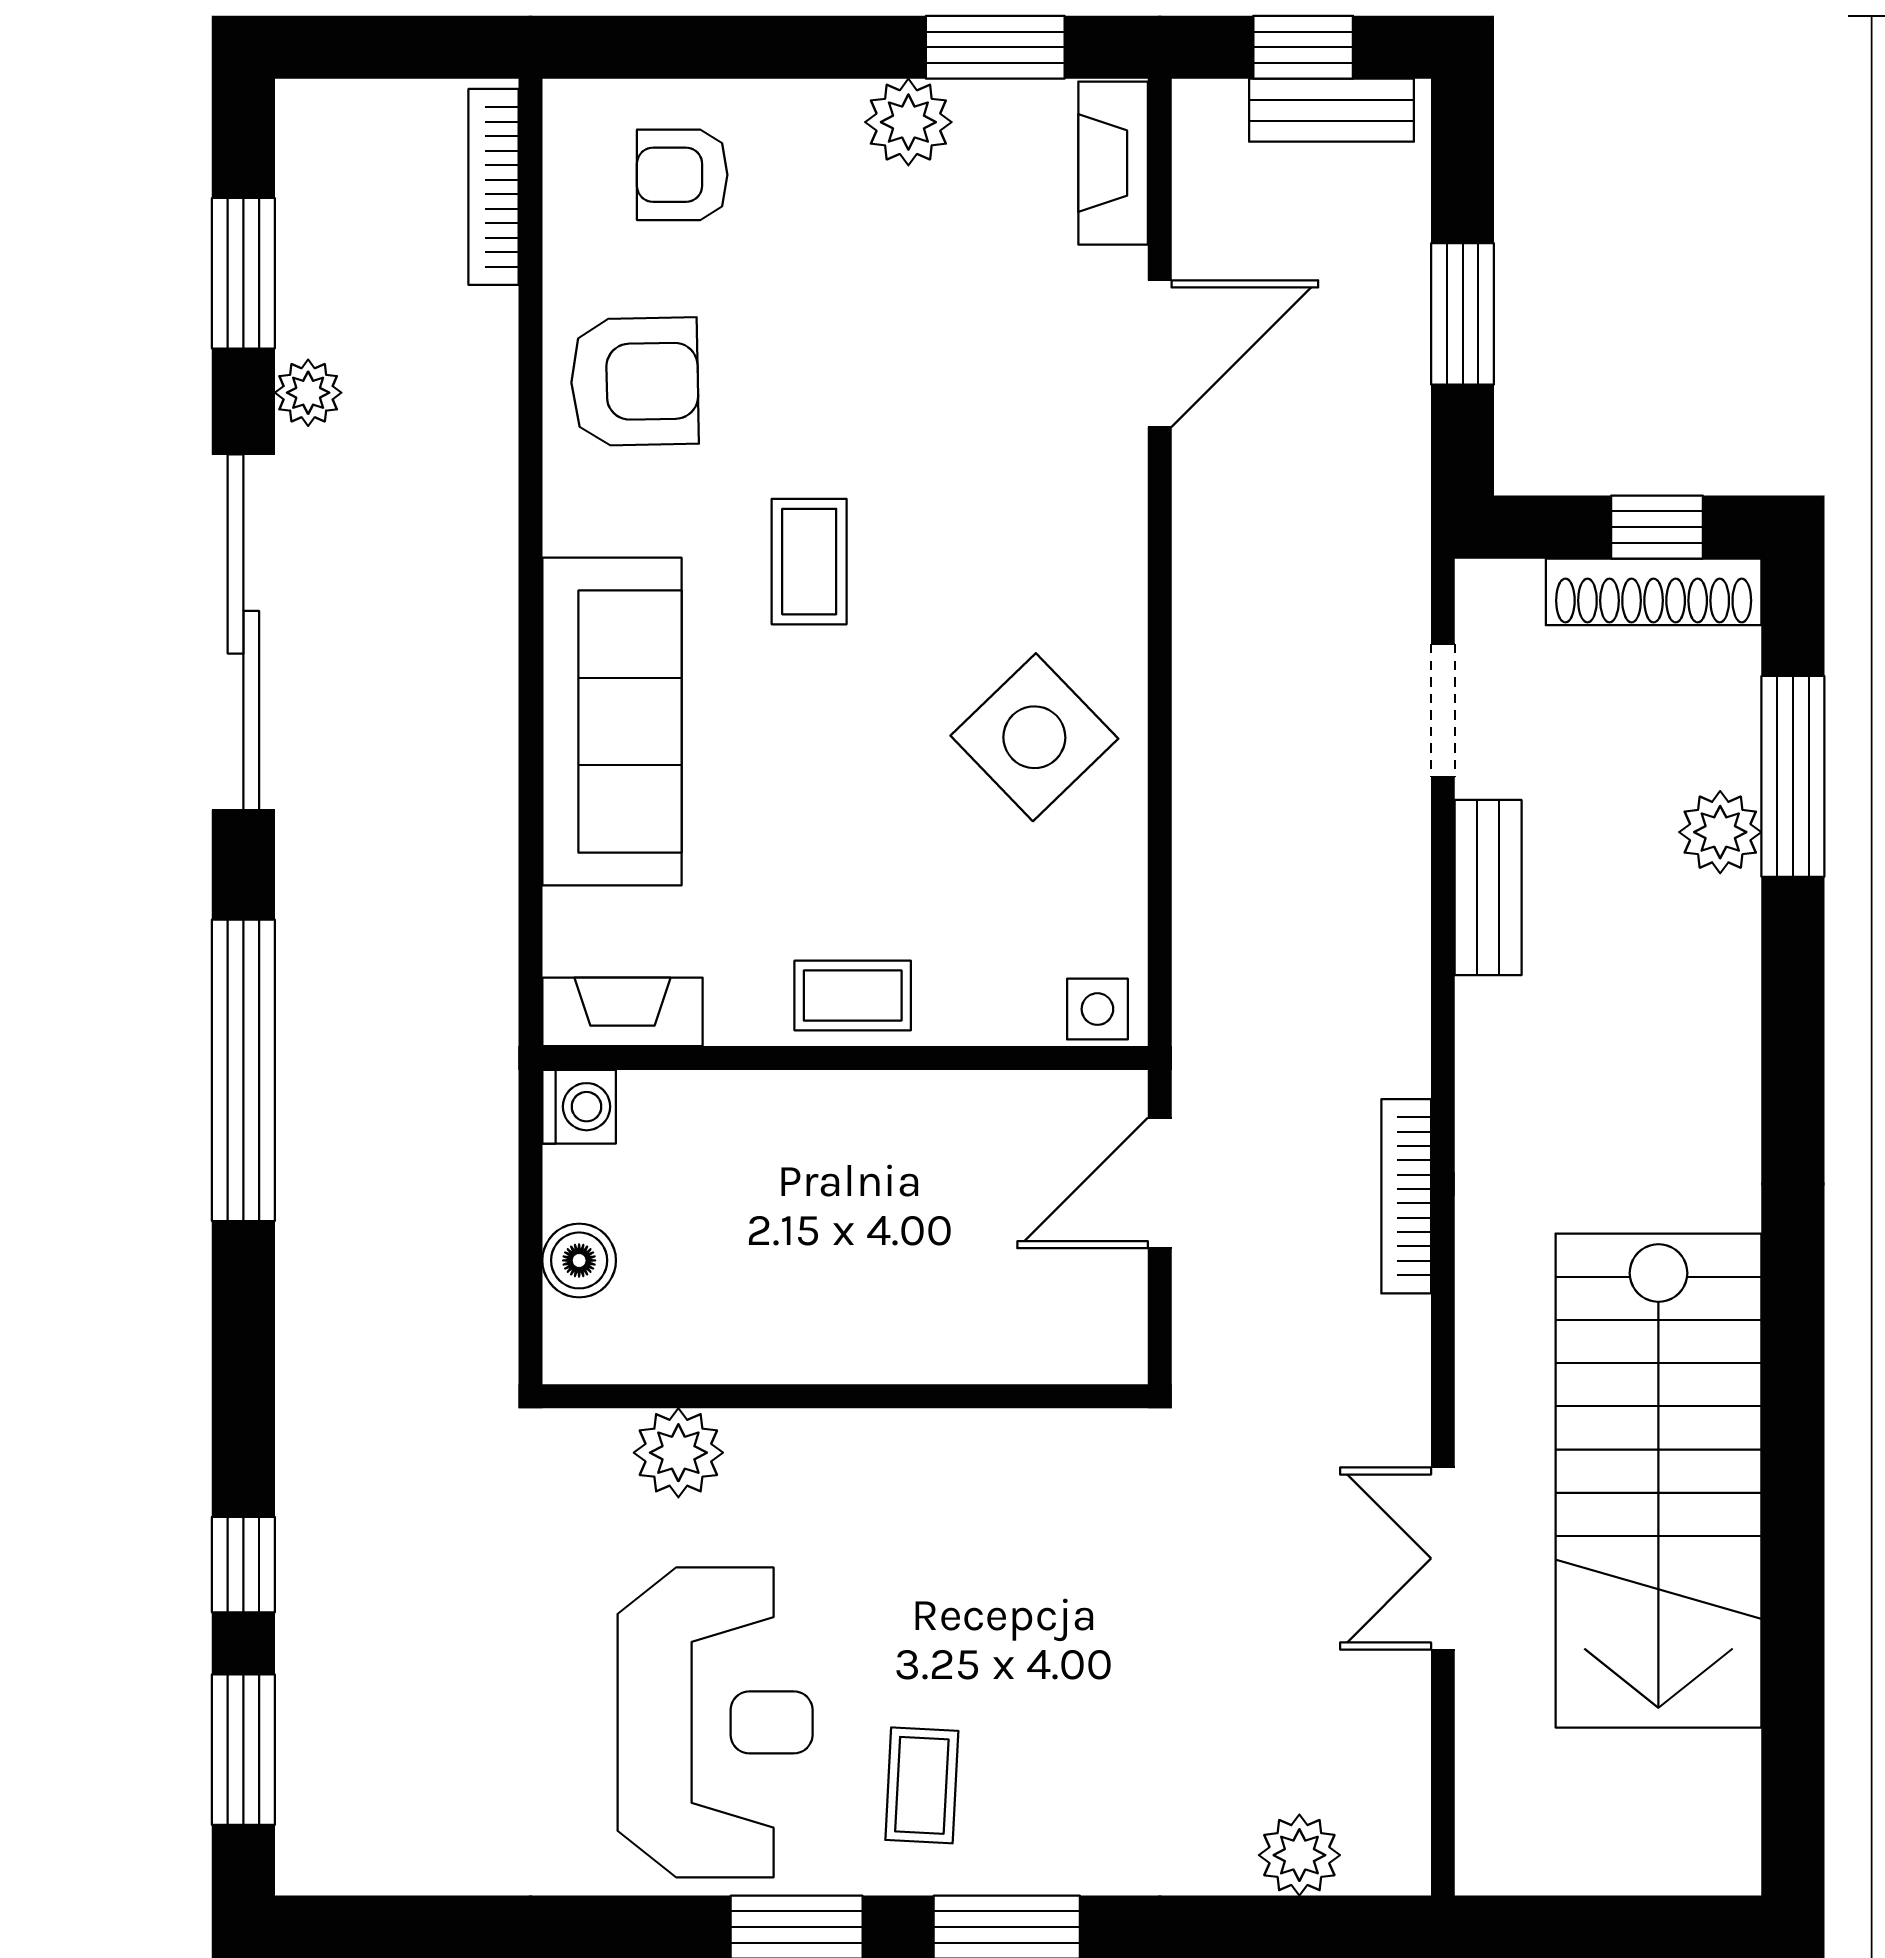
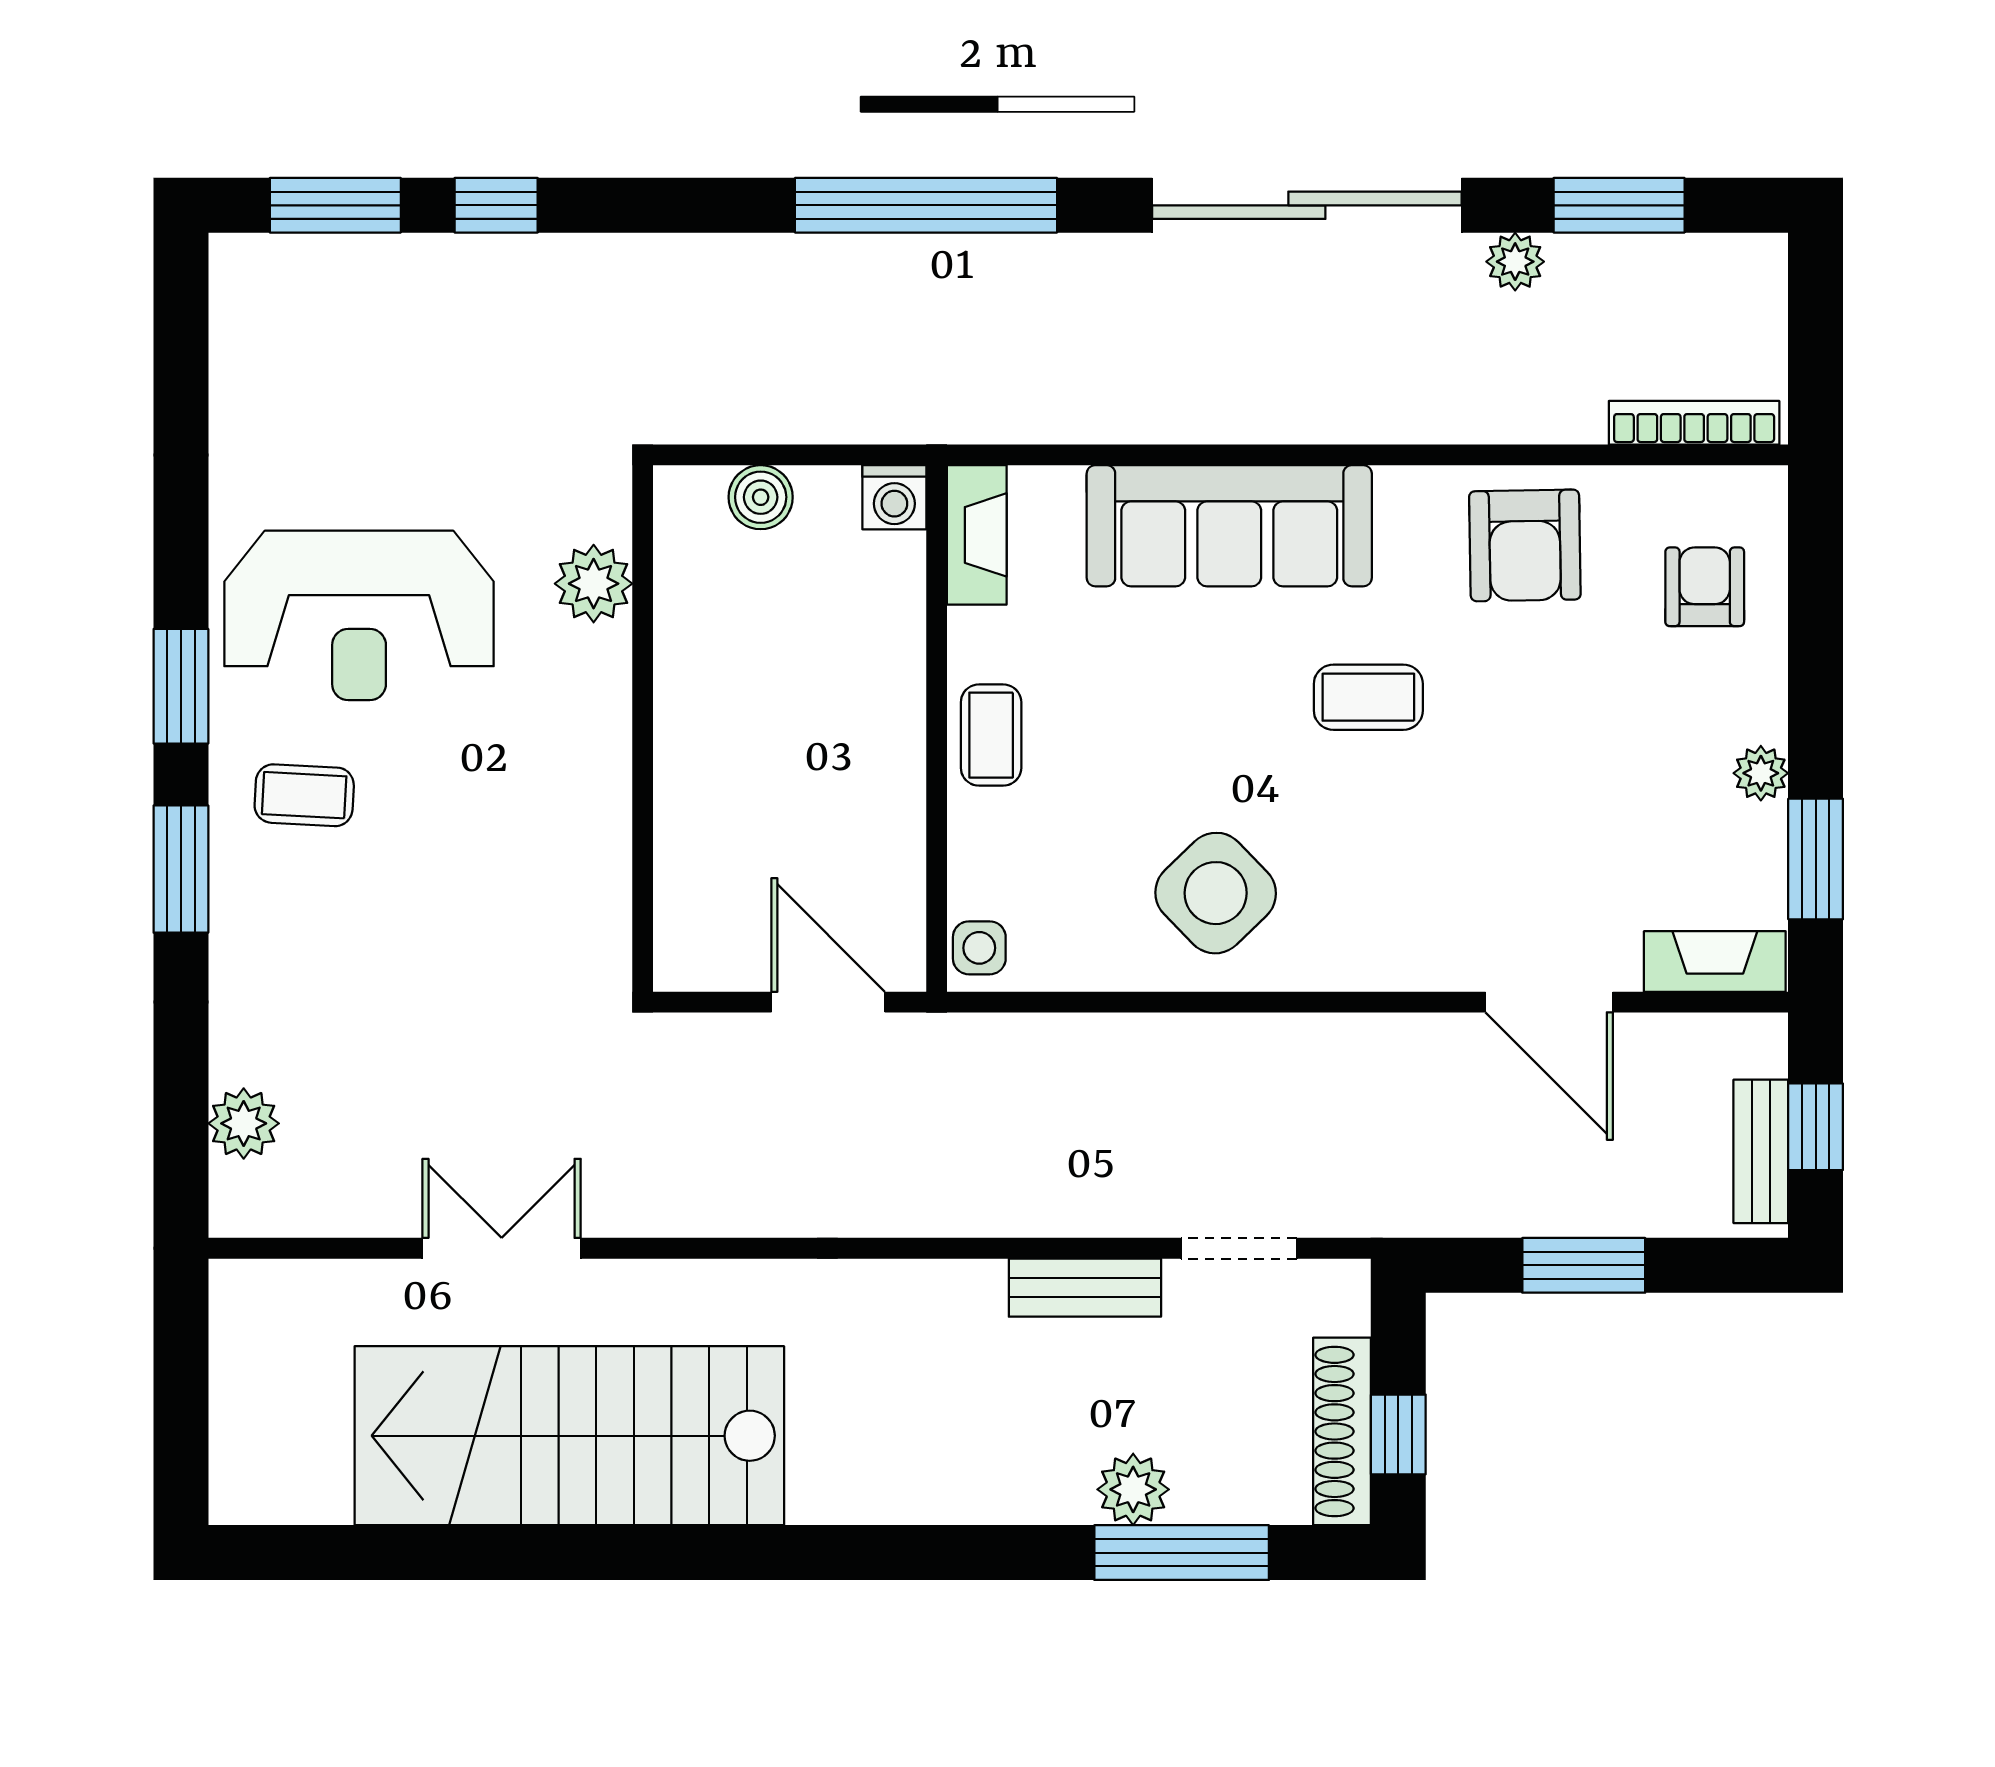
plant: (908, 122) -> (1761, 773), width x0.73, depth x0.73
bookcase: (1406, 1196) -> (816, 1216), removed

